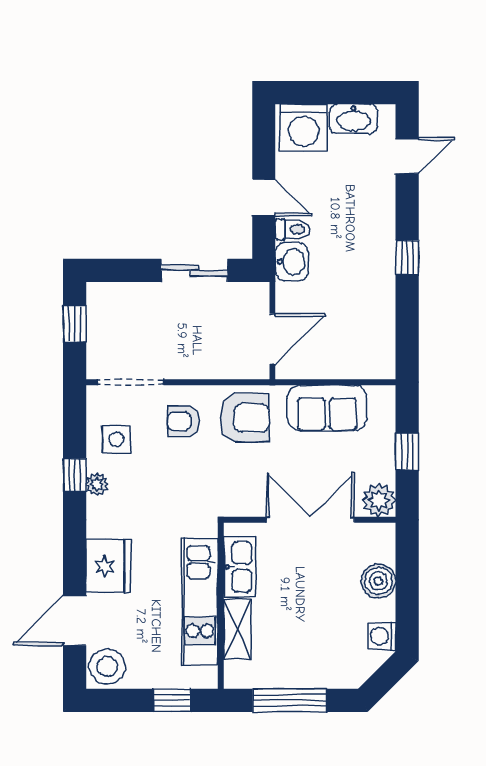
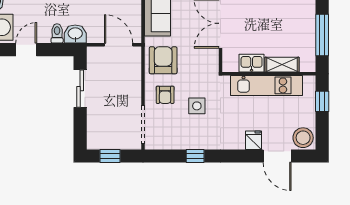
door: (264, 198) -> (26, 50), moved
side table: (116, 439) -> (197, 106), moved
plant: (97, 484) -> (200, 143), removed
fridge: (108, 566) -> (253, 140), width x0.53, depth x0.75
kitchen sink: (240, 567) -> (252, 63), width x0.73

